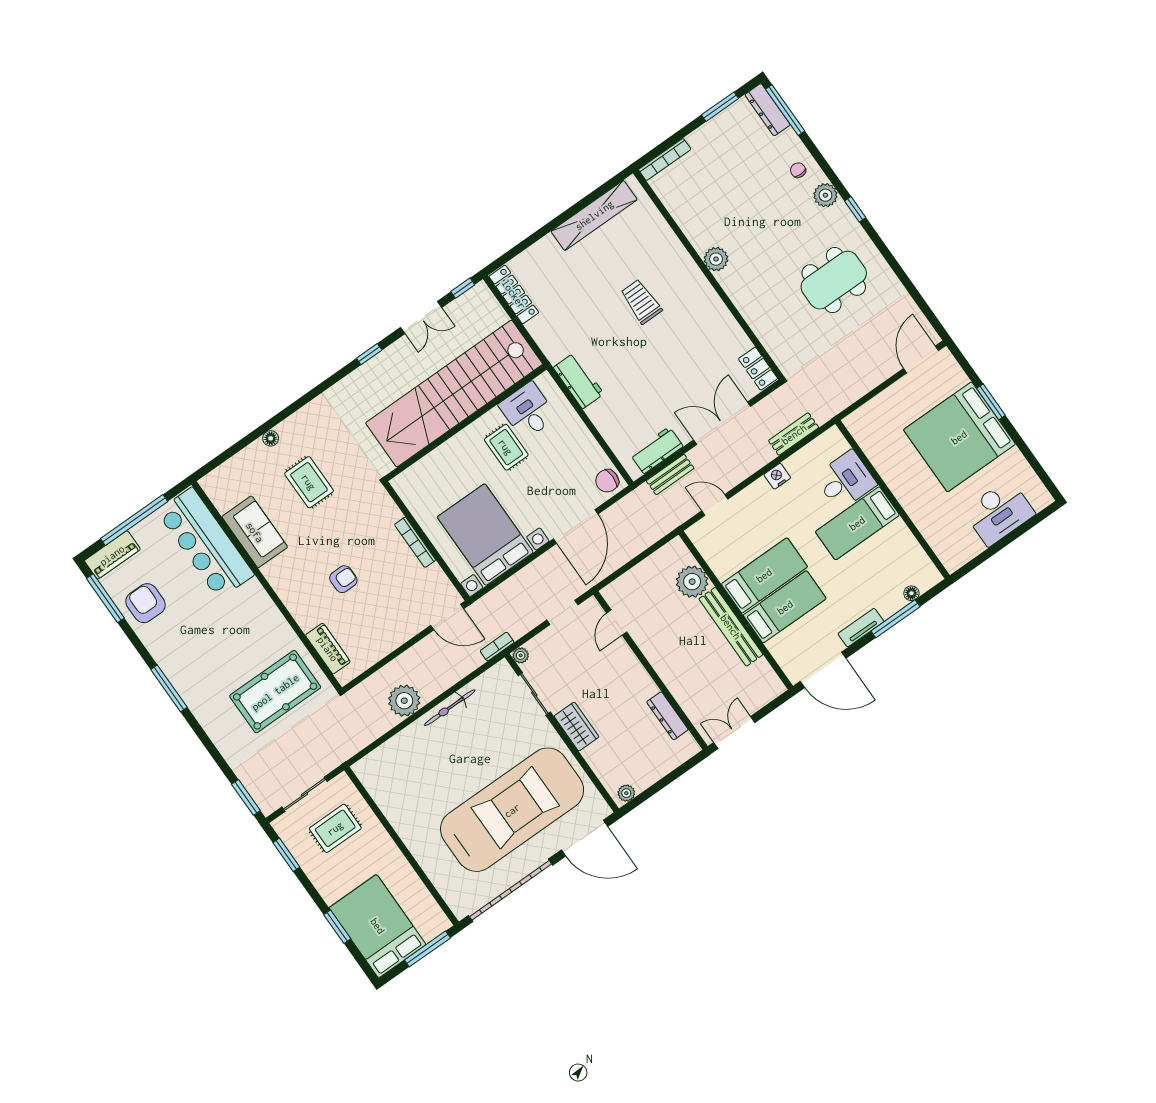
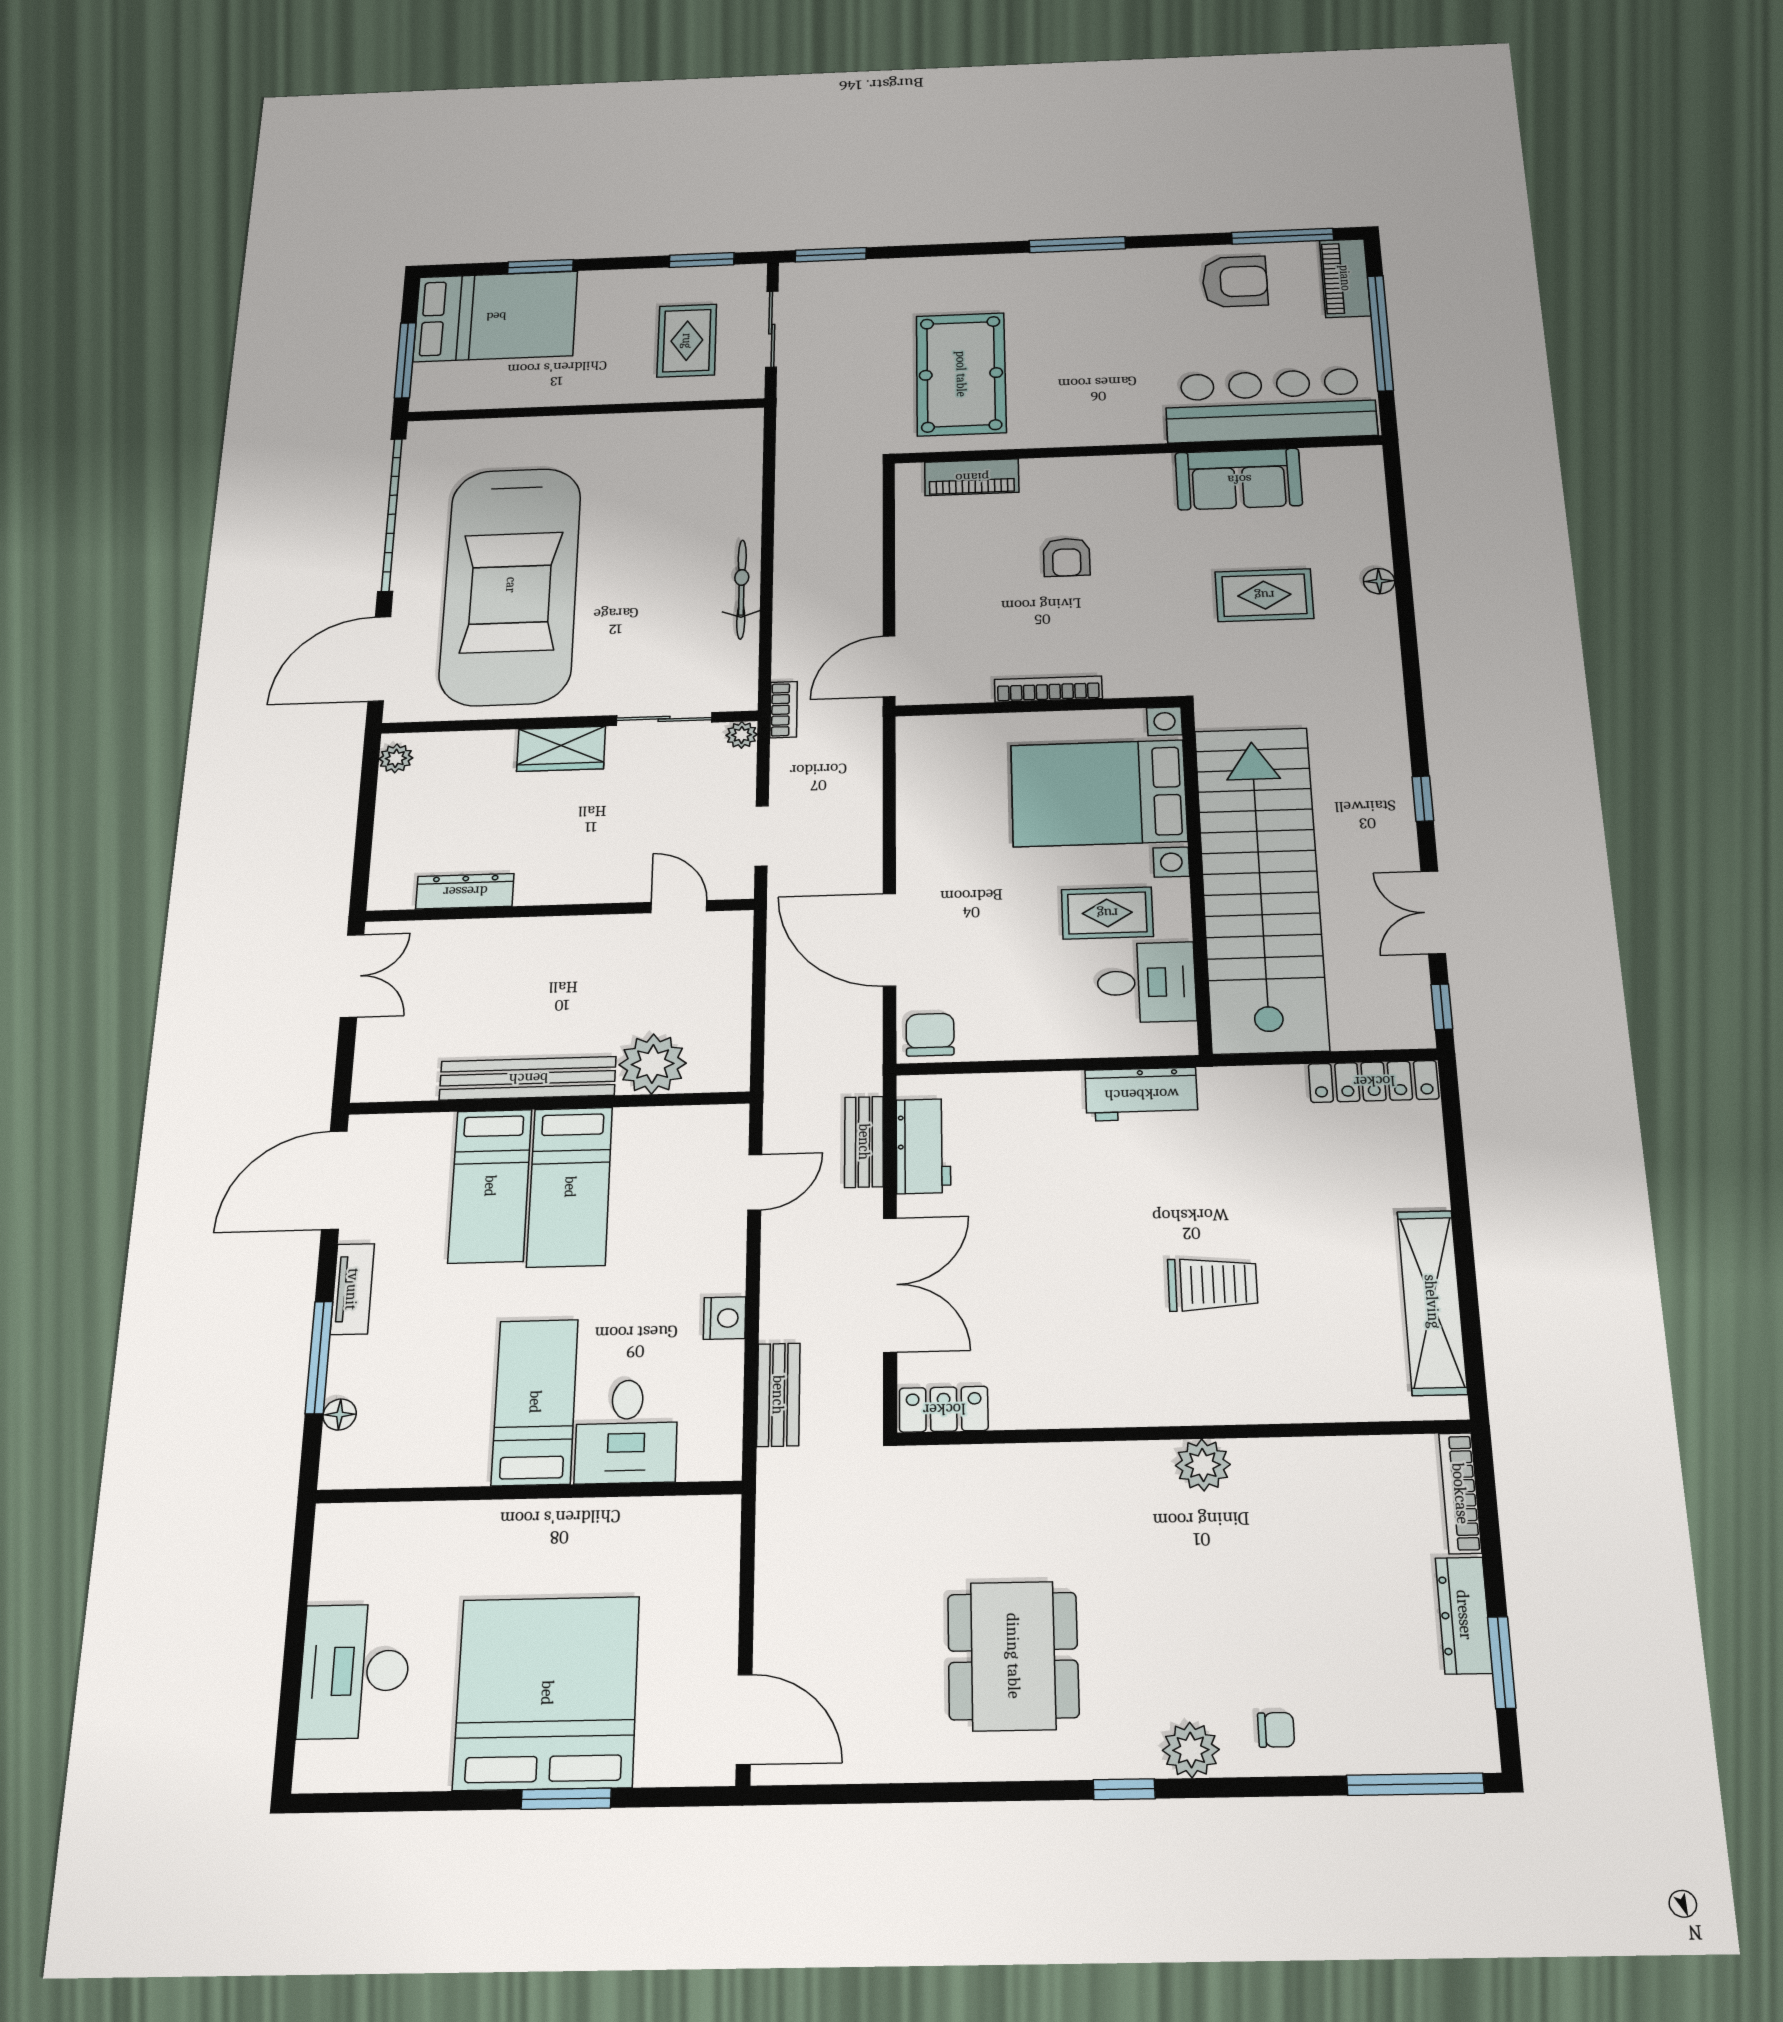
dresser: (767, 110) -> (1464, 1615), moved, turned -90
bed with nightstands: (485, 535) -> (1099, 793), moved, turned 180
plant: (404, 701) -> (804, 534), removed

